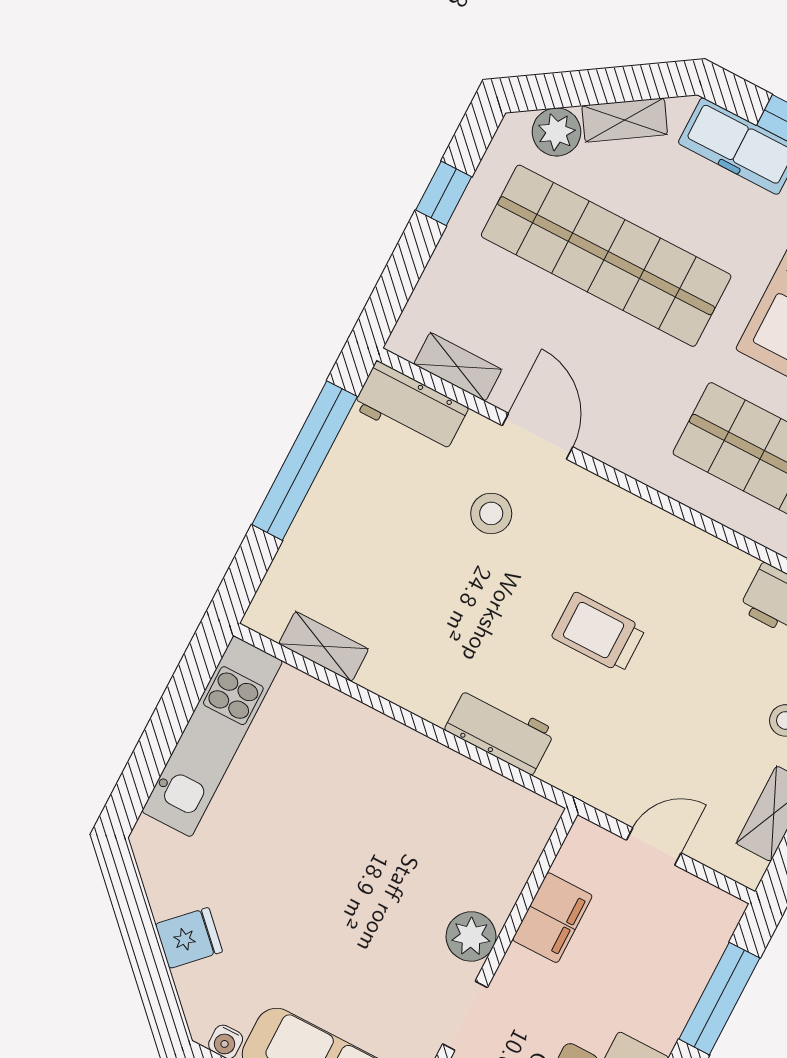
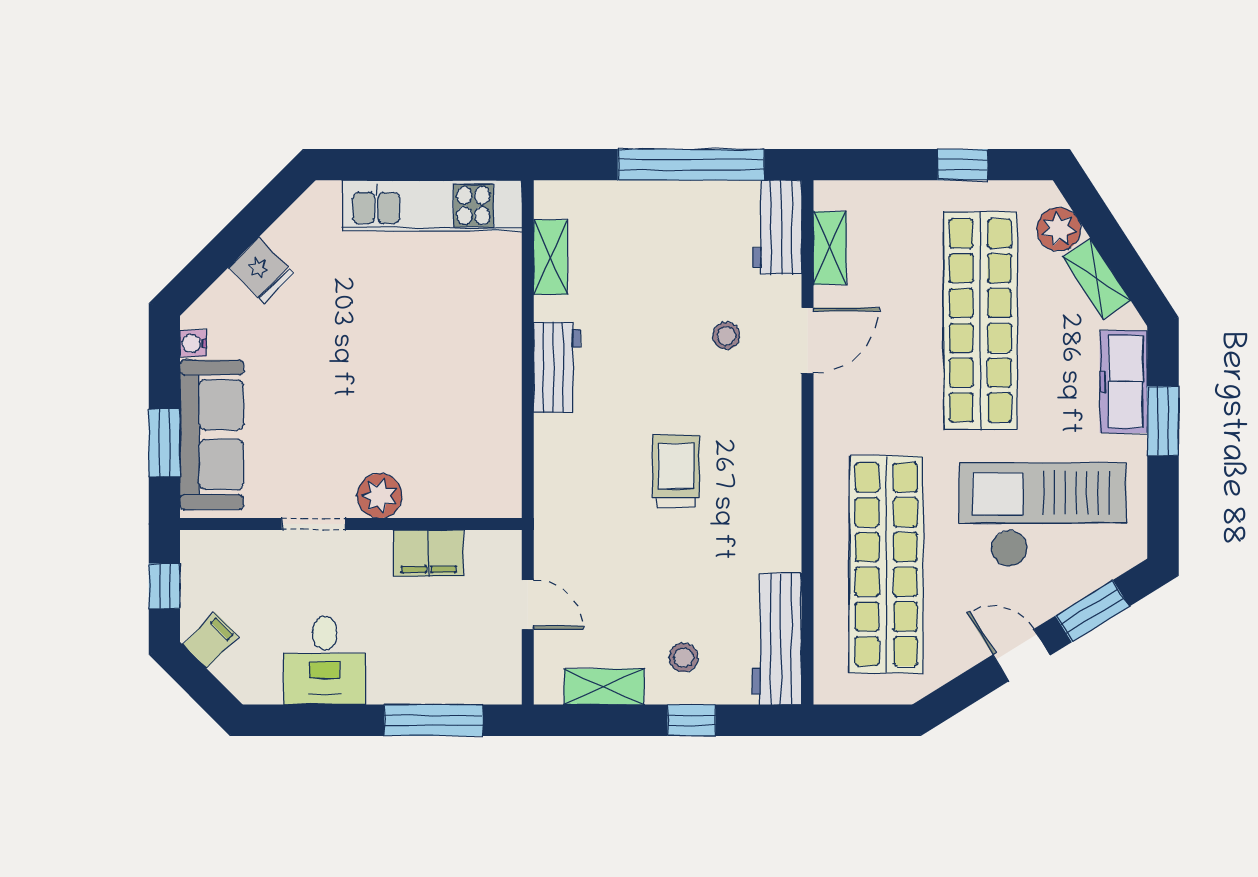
stool: (491, 513) -> (726, 336), width x0.73, depth x0.73
workbench: (500, 730) -> (557, 367), moved

